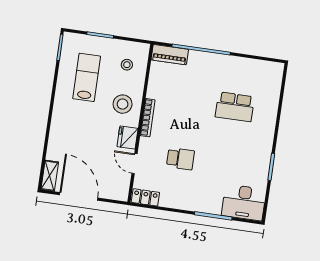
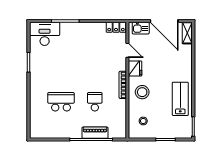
piano: (170, 55) -> (95, 133), moved
lab bench: (87, 77) -> (180, 99), moved, turned 180
school desk: (180, 159) -> (95, 102), moved, turned 90
kitchen sink: (112, 191) -> (141, 28), added

